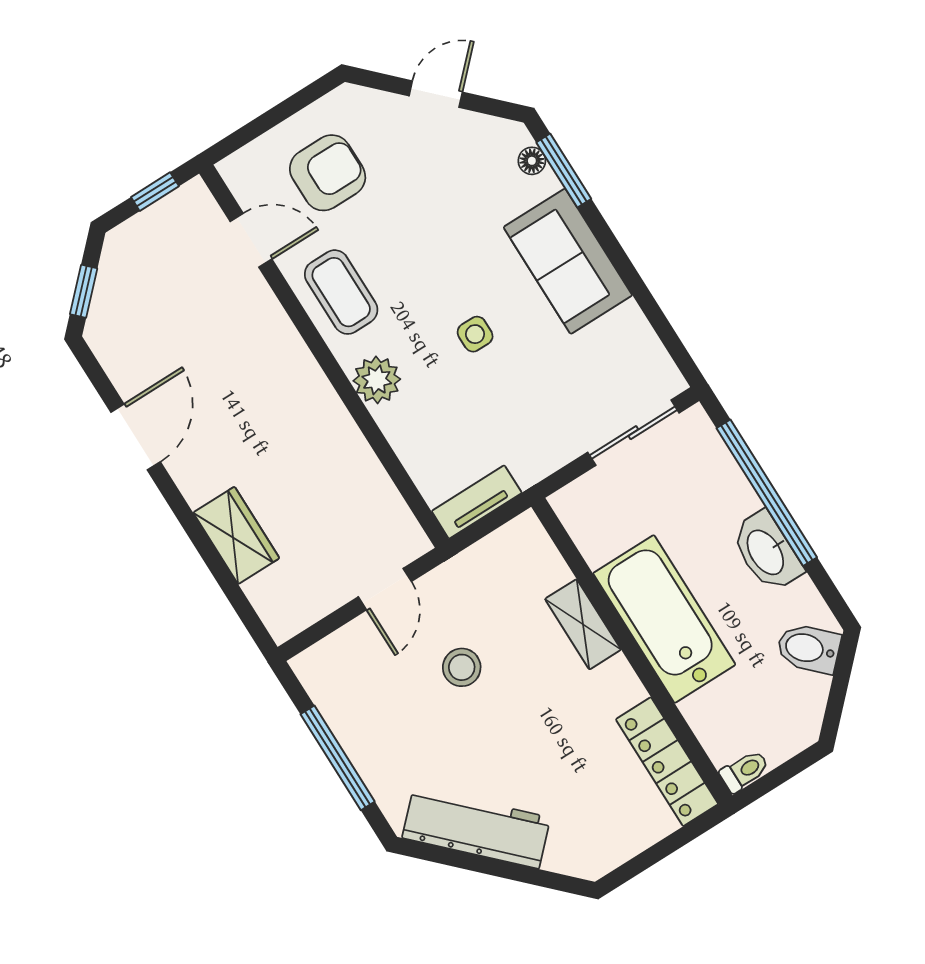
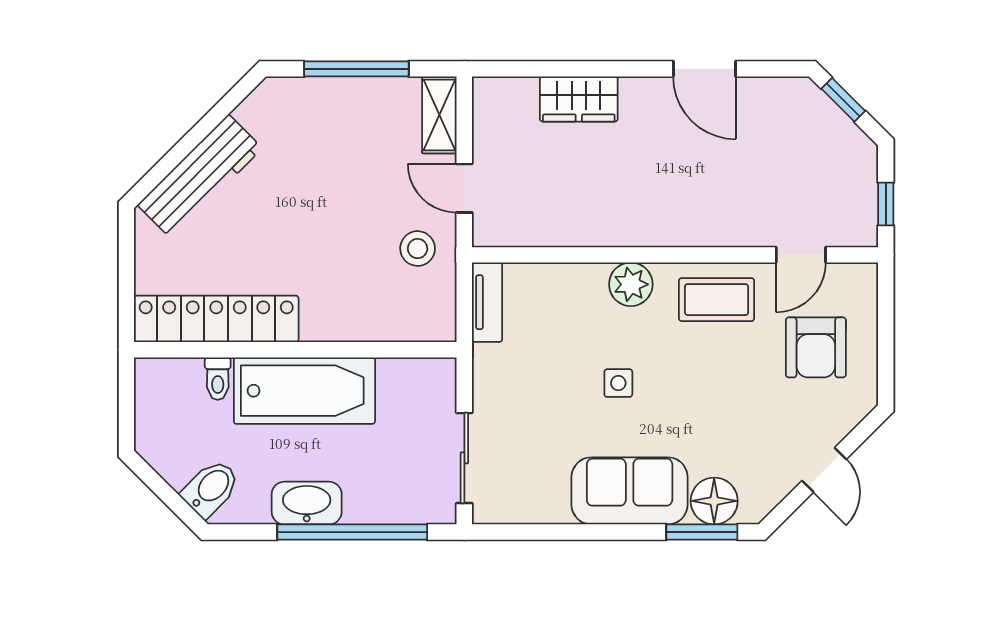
floor lamp: (532, 161) -> (714, 501), width x1.89, depth x1.89
shelving: (583, 624) -> (439, 115), moved, turned 90
stool: (462, 667) -> (418, 249), moved
locker: (667, 762) -> (216, 319), width x1.41, depth x1.21
toilet: (744, 771) -> (218, 379), moved
workbench: (476, 828) -> (200, 177), moved

